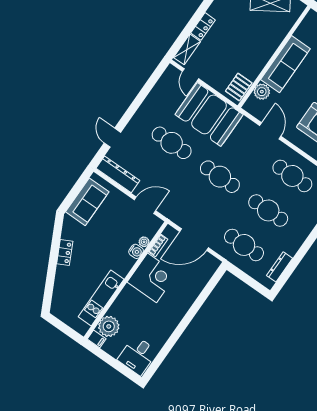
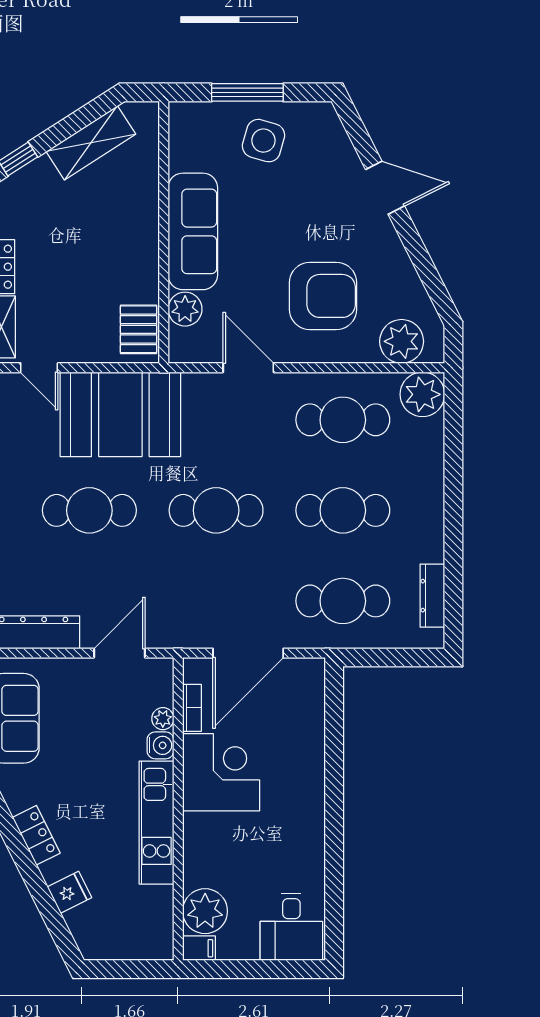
fridge: (62, 283) -> (70, 892), added
kitchen unit: (101, 298) -> (156, 823), moved

